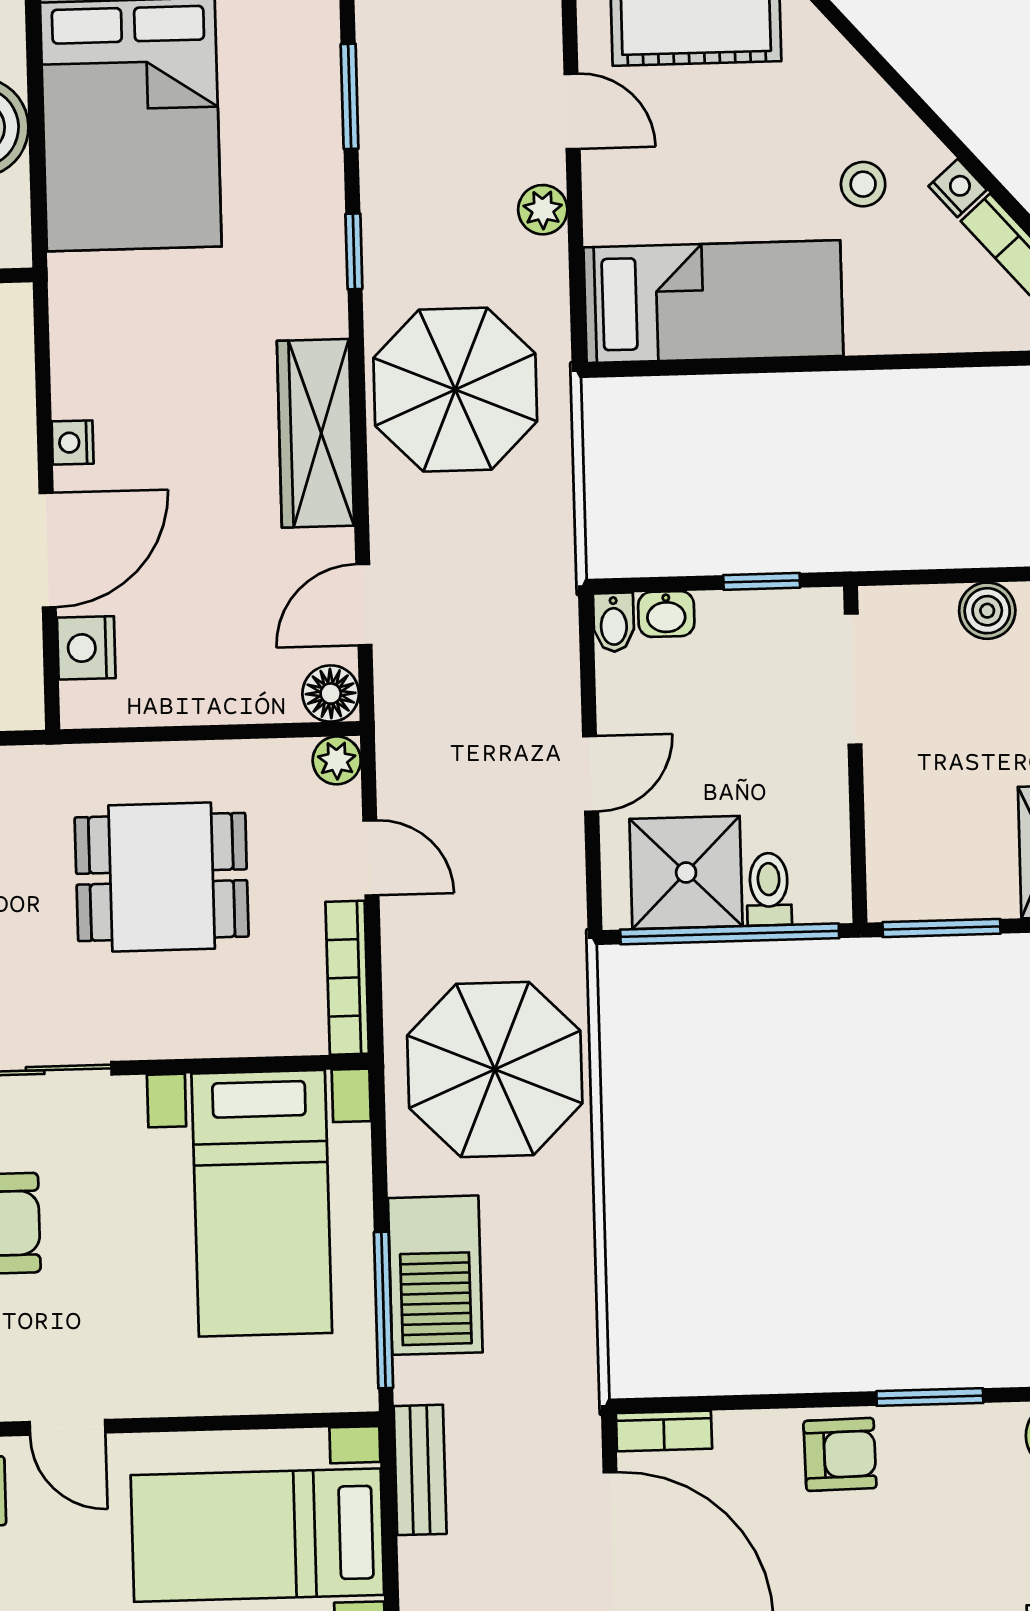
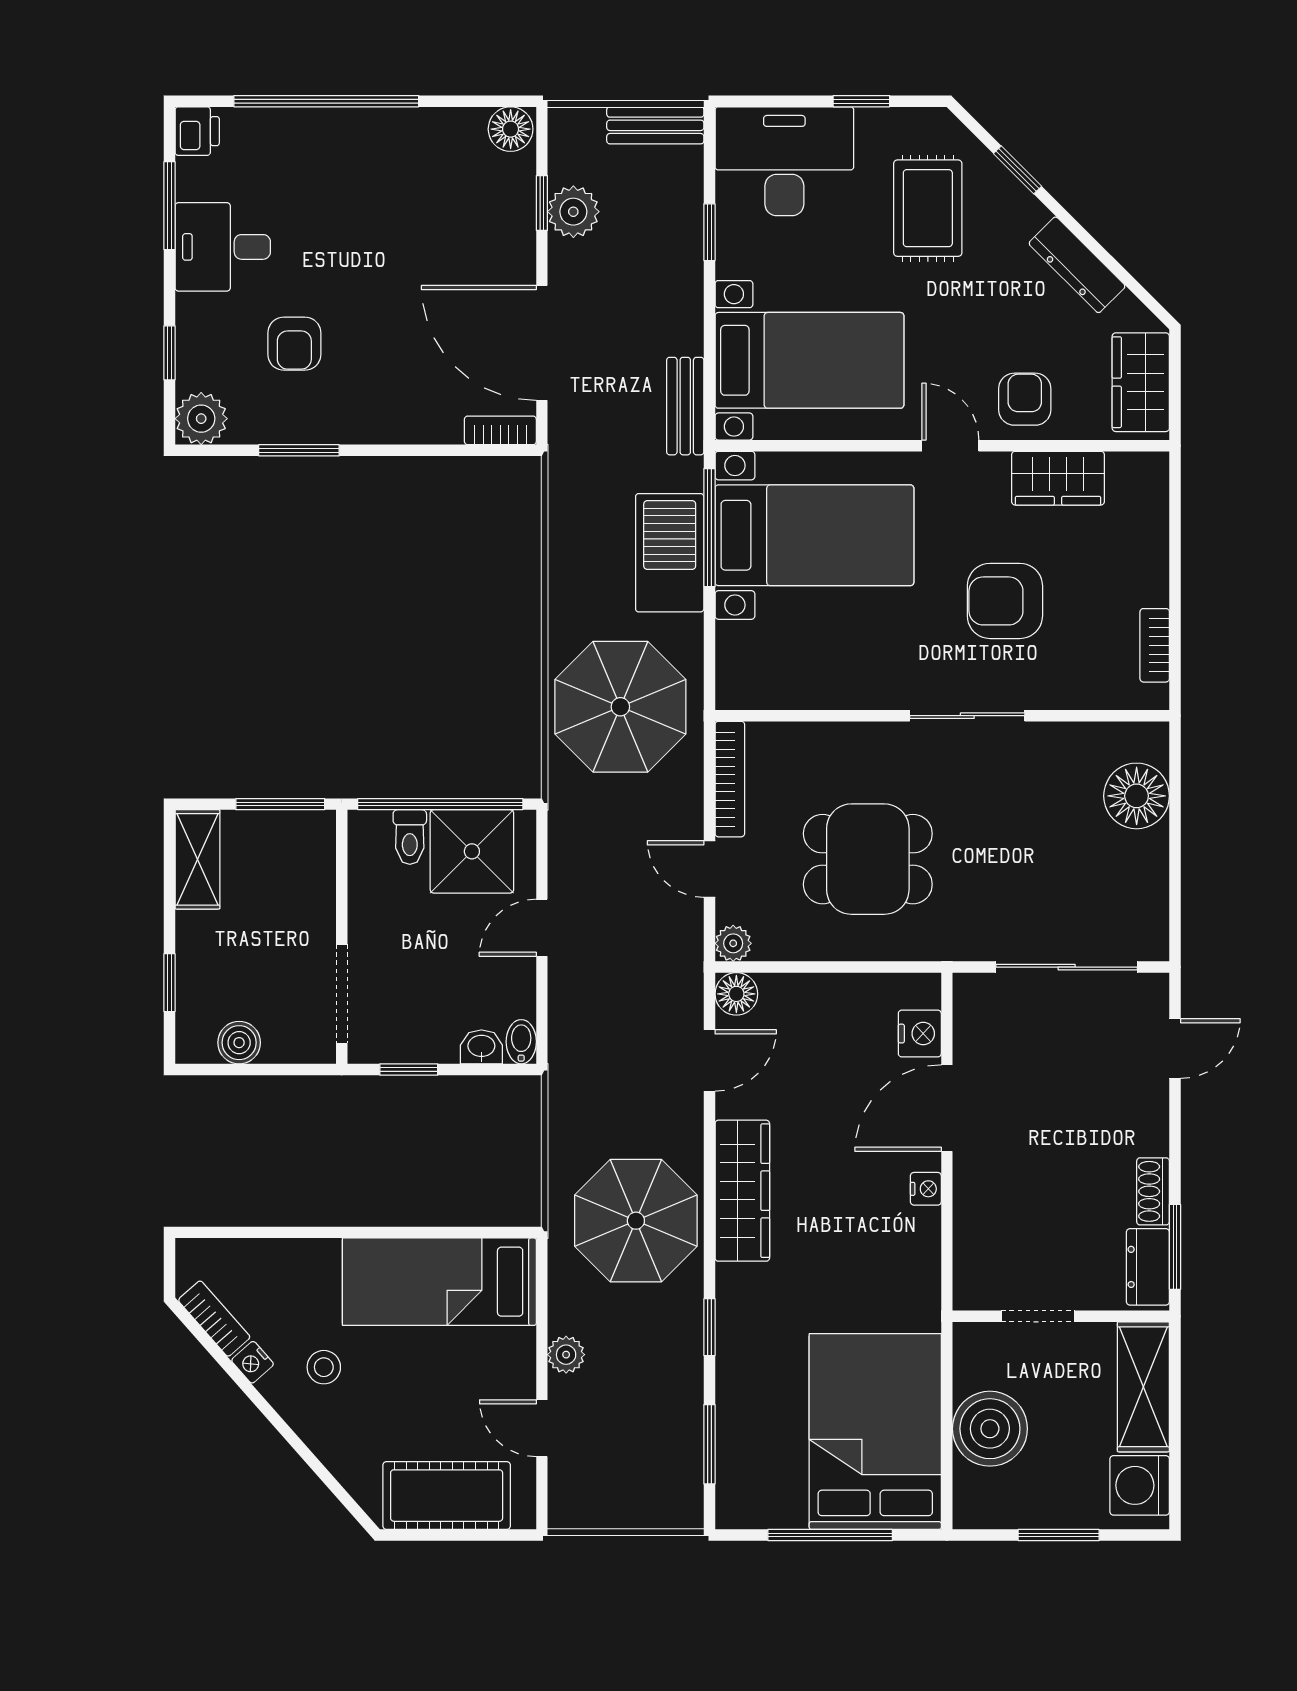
bed with nightstands: (262, 1203) -> (814, 535), moved, turned 90
armchair: (840, 1454) -> (294, 344), moved, turned -89

